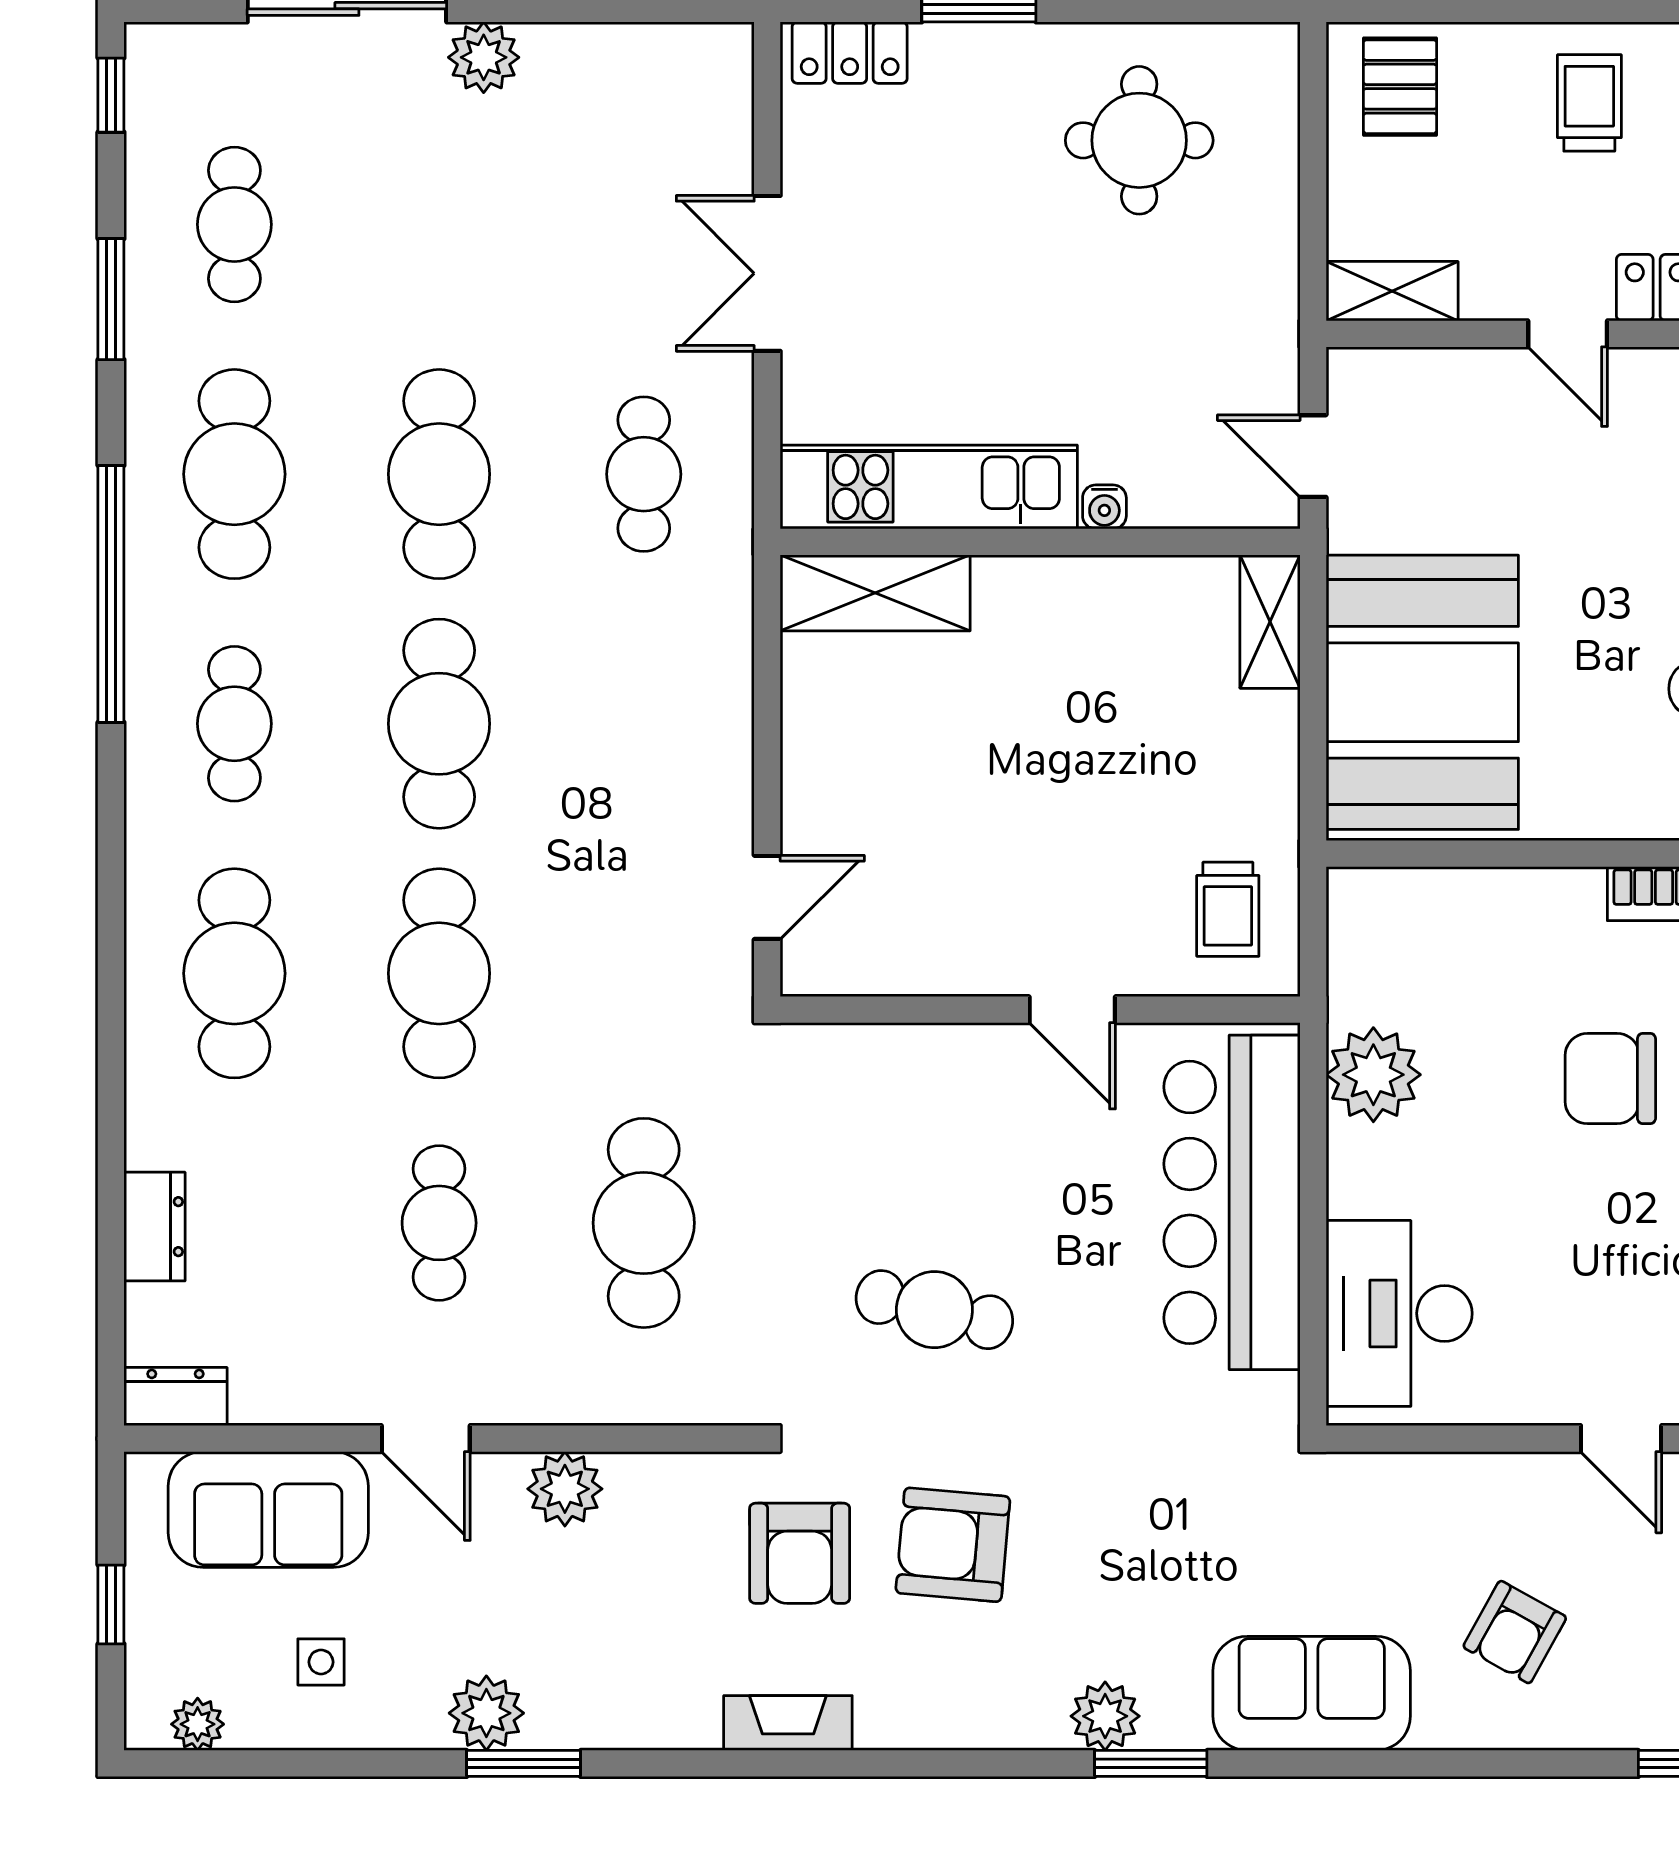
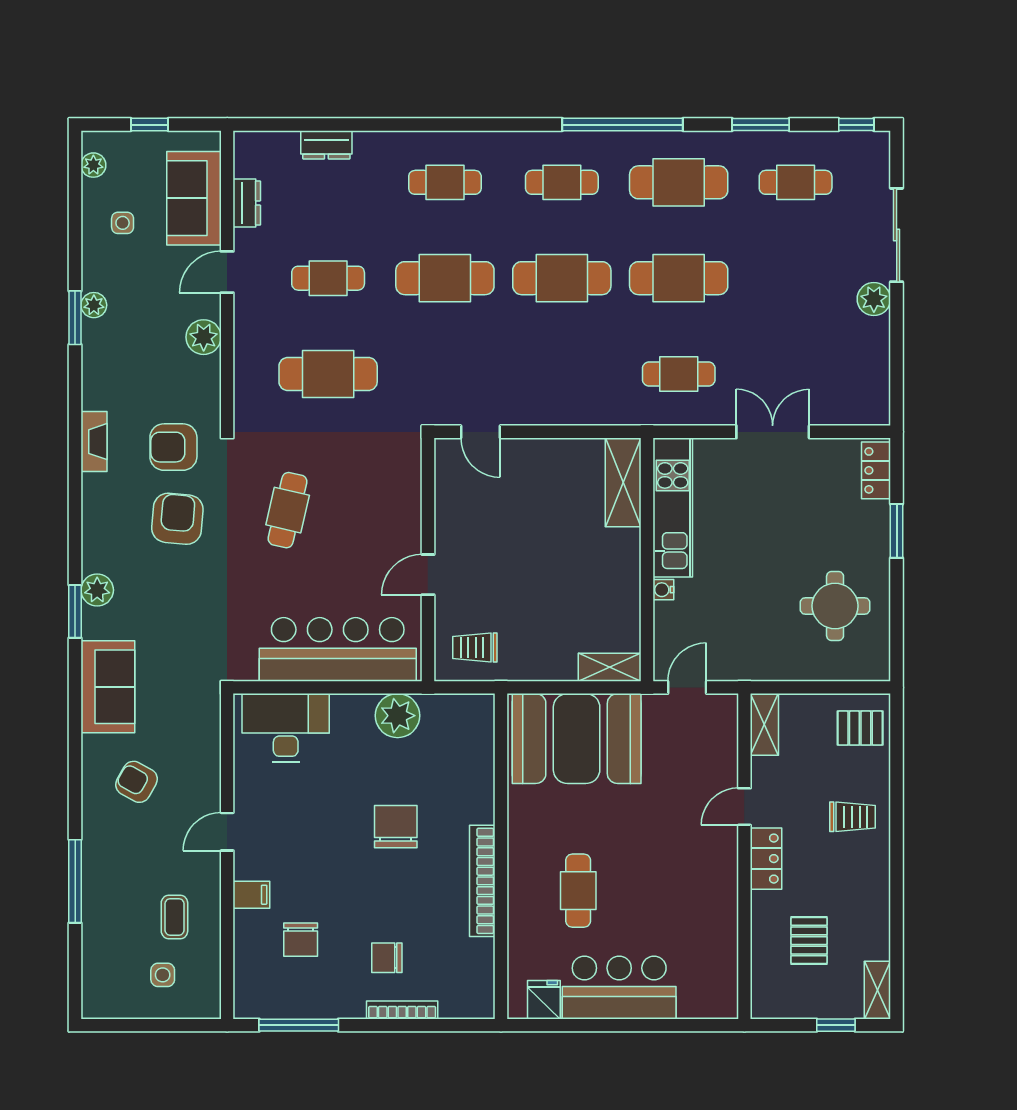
cafe table: (234, 973) -> (445, 182), width x0.73, depth x0.74
dresser: (175, 1397) -> (247, 203), moved
plant: (486, 1713) -> (94, 305), width x0.73, depth x0.73

